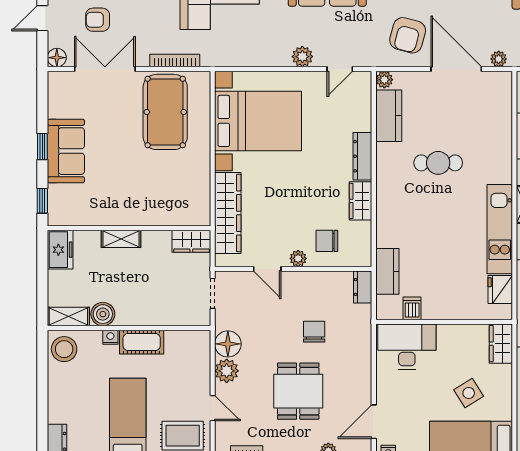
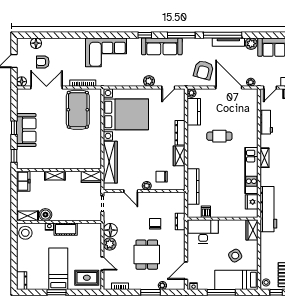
kitchen counter: (387, 271) -> (193, 186), width x1.50
dresser: (363, 287) -> (180, 222), moved

